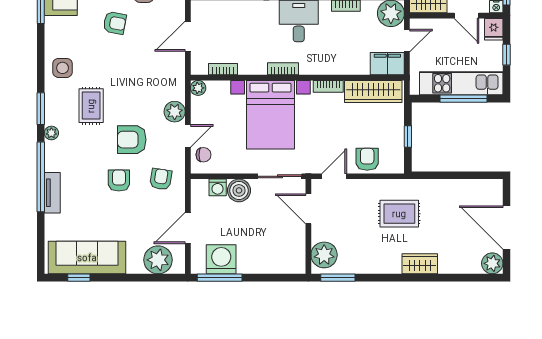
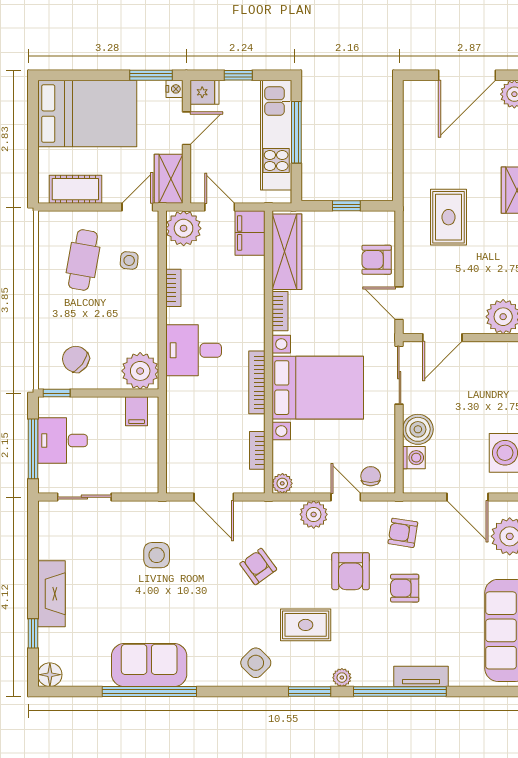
armchair: (115, 23) -> (258, 567), moved, turned -47
side table: (63, 68) -> (256, 663), turned 45
bookcase: (283, 69) -> (257, 382), width x1.56

